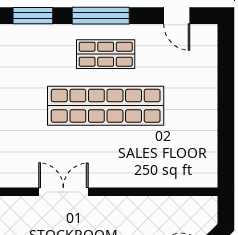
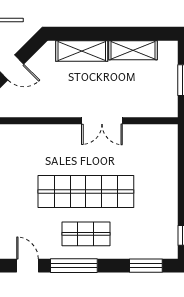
window: (101, 16) -> (74, 266), moved
double door: (63, 192) -> (102, 121), moved

